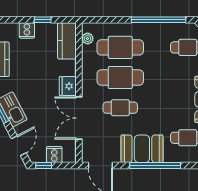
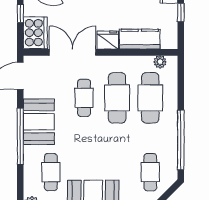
kitchen counter: (67, 41) -> (140, 39), moved
cooker: (54, 155) -> (35, 33), width x1.87, depth x1.31

